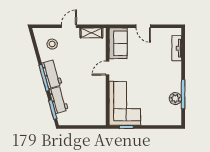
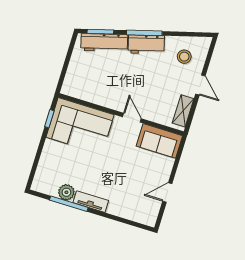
door: (143, 26) -> (167, 192), moved
tv unit: (177, 48) -> (91, 202), moved
workbench: (59, 100) -> (104, 43), width x1.38

